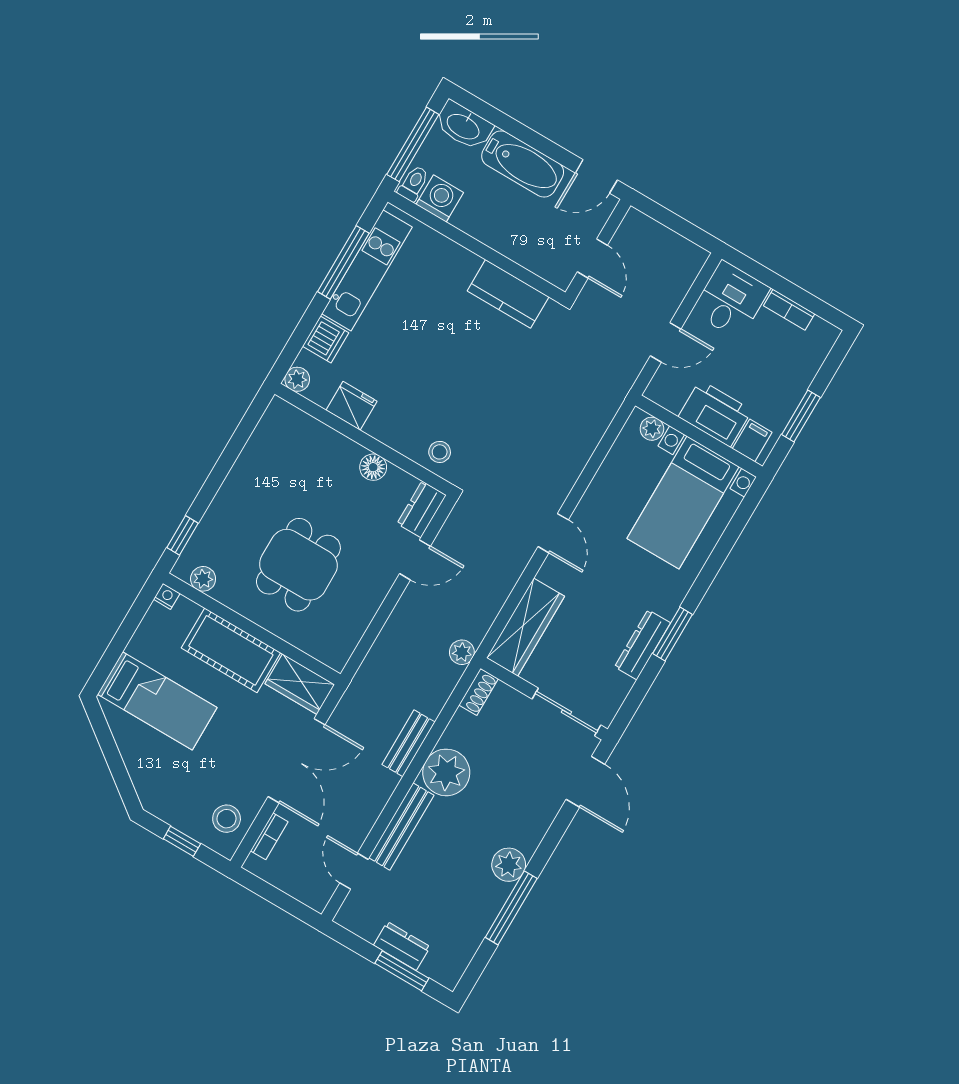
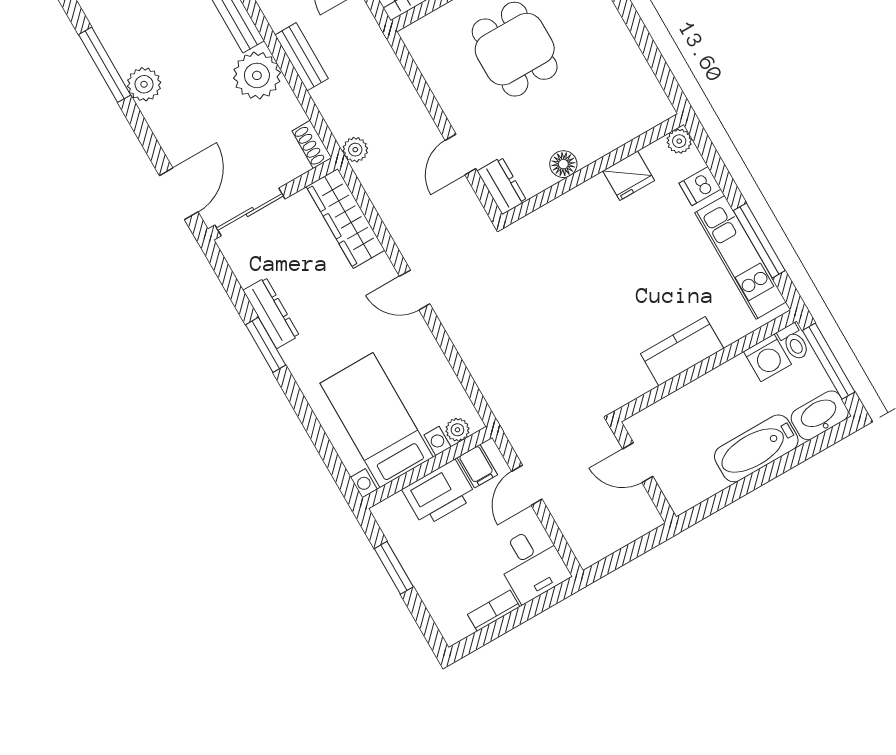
door: (596, 176) -> (708, 507), removed
kitchen counter: (508, 294) -> (682, 351), moved
dishwasher: (326, 339) -> (700, 186), width x0.73
filing cabinet: (752, 440) -> (477, 466), moved
stool: (440, 452) -> (543, 230), removed
door: (585, 782) -> (179, 194), swing flipped

